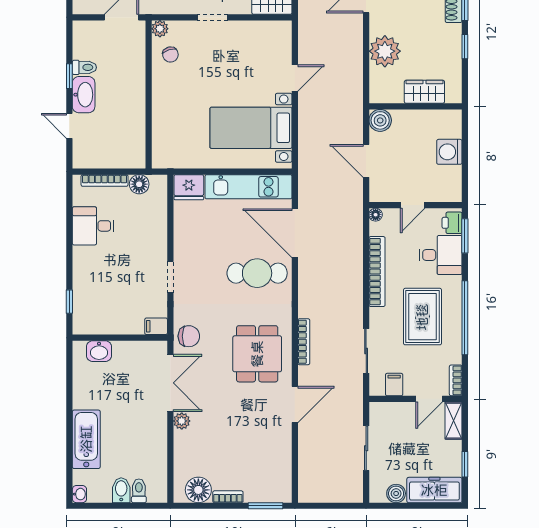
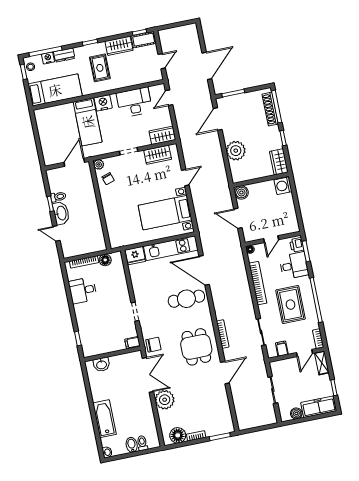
wardrobe: (258, 32) -> (158, 155), added
wardrobe: (424, 92) -> (279, 162), moved, turned -90
washing machine: (449, 152) -> (283, 186), moved
plant: (182, 421) -> (165, 400), width x1.88, depth x1.88

